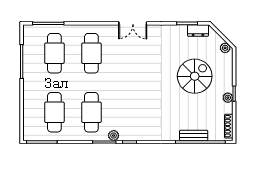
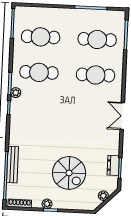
dresser: (198, 31) -> (113, 165), moved
plant: (225, 48) -> (103, 196), moved
bench: (194, 135) -> (12, 165), width x1.36

